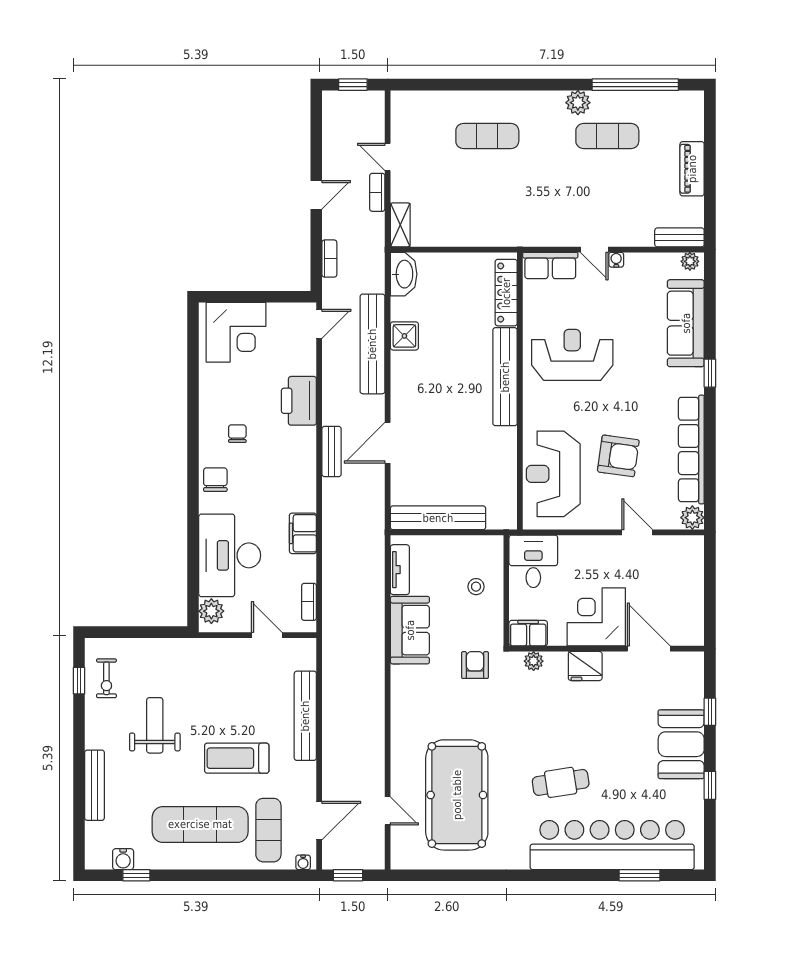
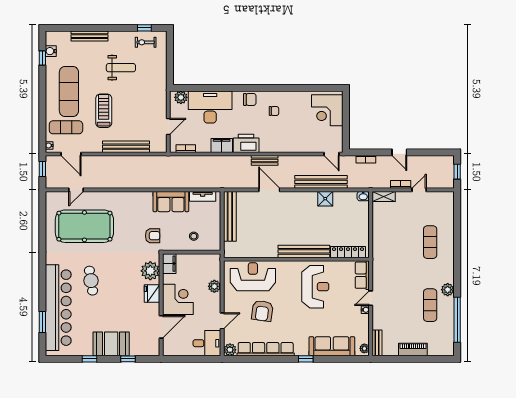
washbasin: (404, 274) -> (363, 196), width x0.52, depth x0.69
printer: (299, 401) -> (246, 143), moved
plant: (571, 547) -> (214, 286), added
desk: (533, 561) -> (207, 343), moved
plant: (534, 661) -> (150, 271), width x1.88, depth x1.88

